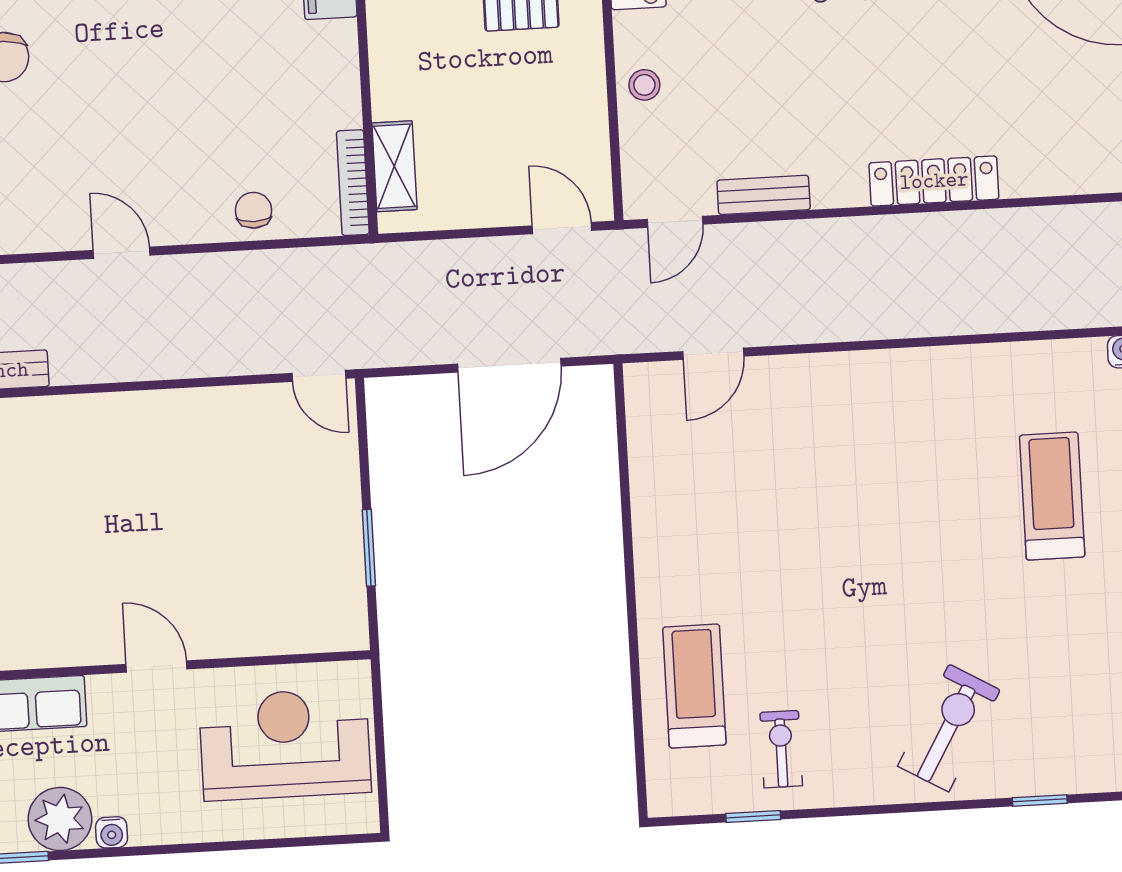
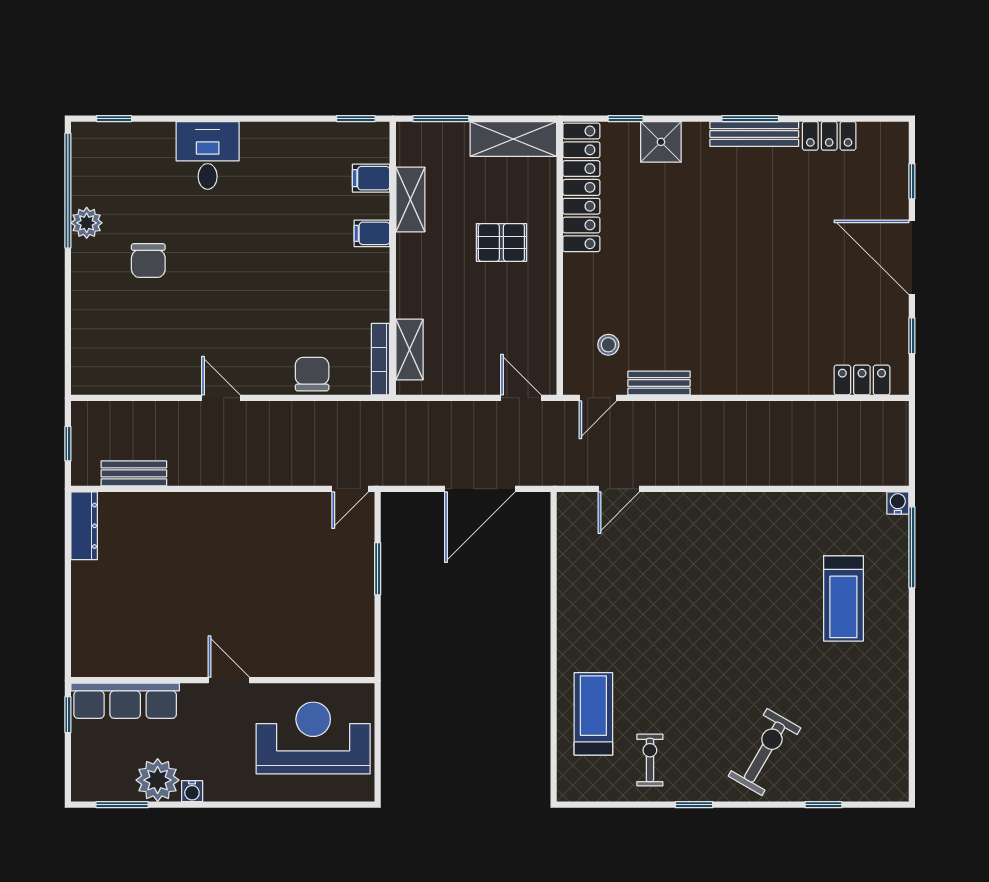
stool: (644, 85) -> (608, 345), moved
locker: (934, 181) -> (862, 380), moved, width x0.66
chair: (254, 210) -> (312, 374), width x1.37, depth x1.37
door: (319, 376) -> (350, 489), hinge flipped
treadmill: (1052, 496) -> (843, 598), turned 180
window: (369, 548) -> (378, 569), moved
window: (753, 817) -> (694, 805), moved

